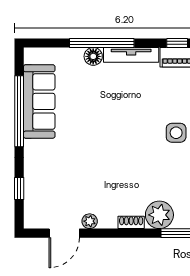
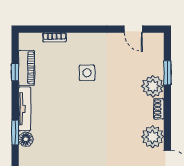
window: (102, 43) -> (15, 132), width x0.47
plant: (90, 221) -> (153, 137), width x1.87, depth x1.87

